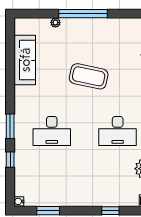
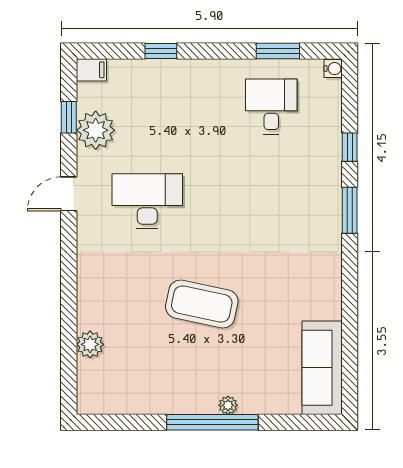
plant: (55, 23) -> (228, 405), moved
sofa: (25, 60) -> (322, 368), moved
desk: (52, 131) -> (271, 107), moved, width x0.73

